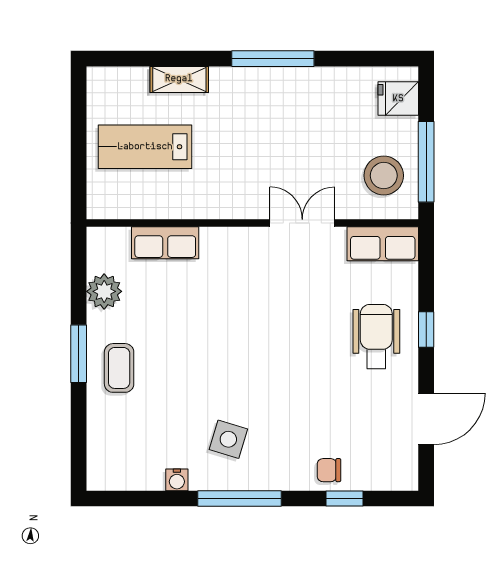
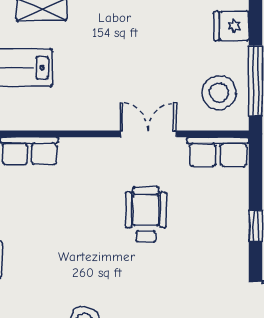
wheelchair: (376, 336) -> (146, 214), moved

